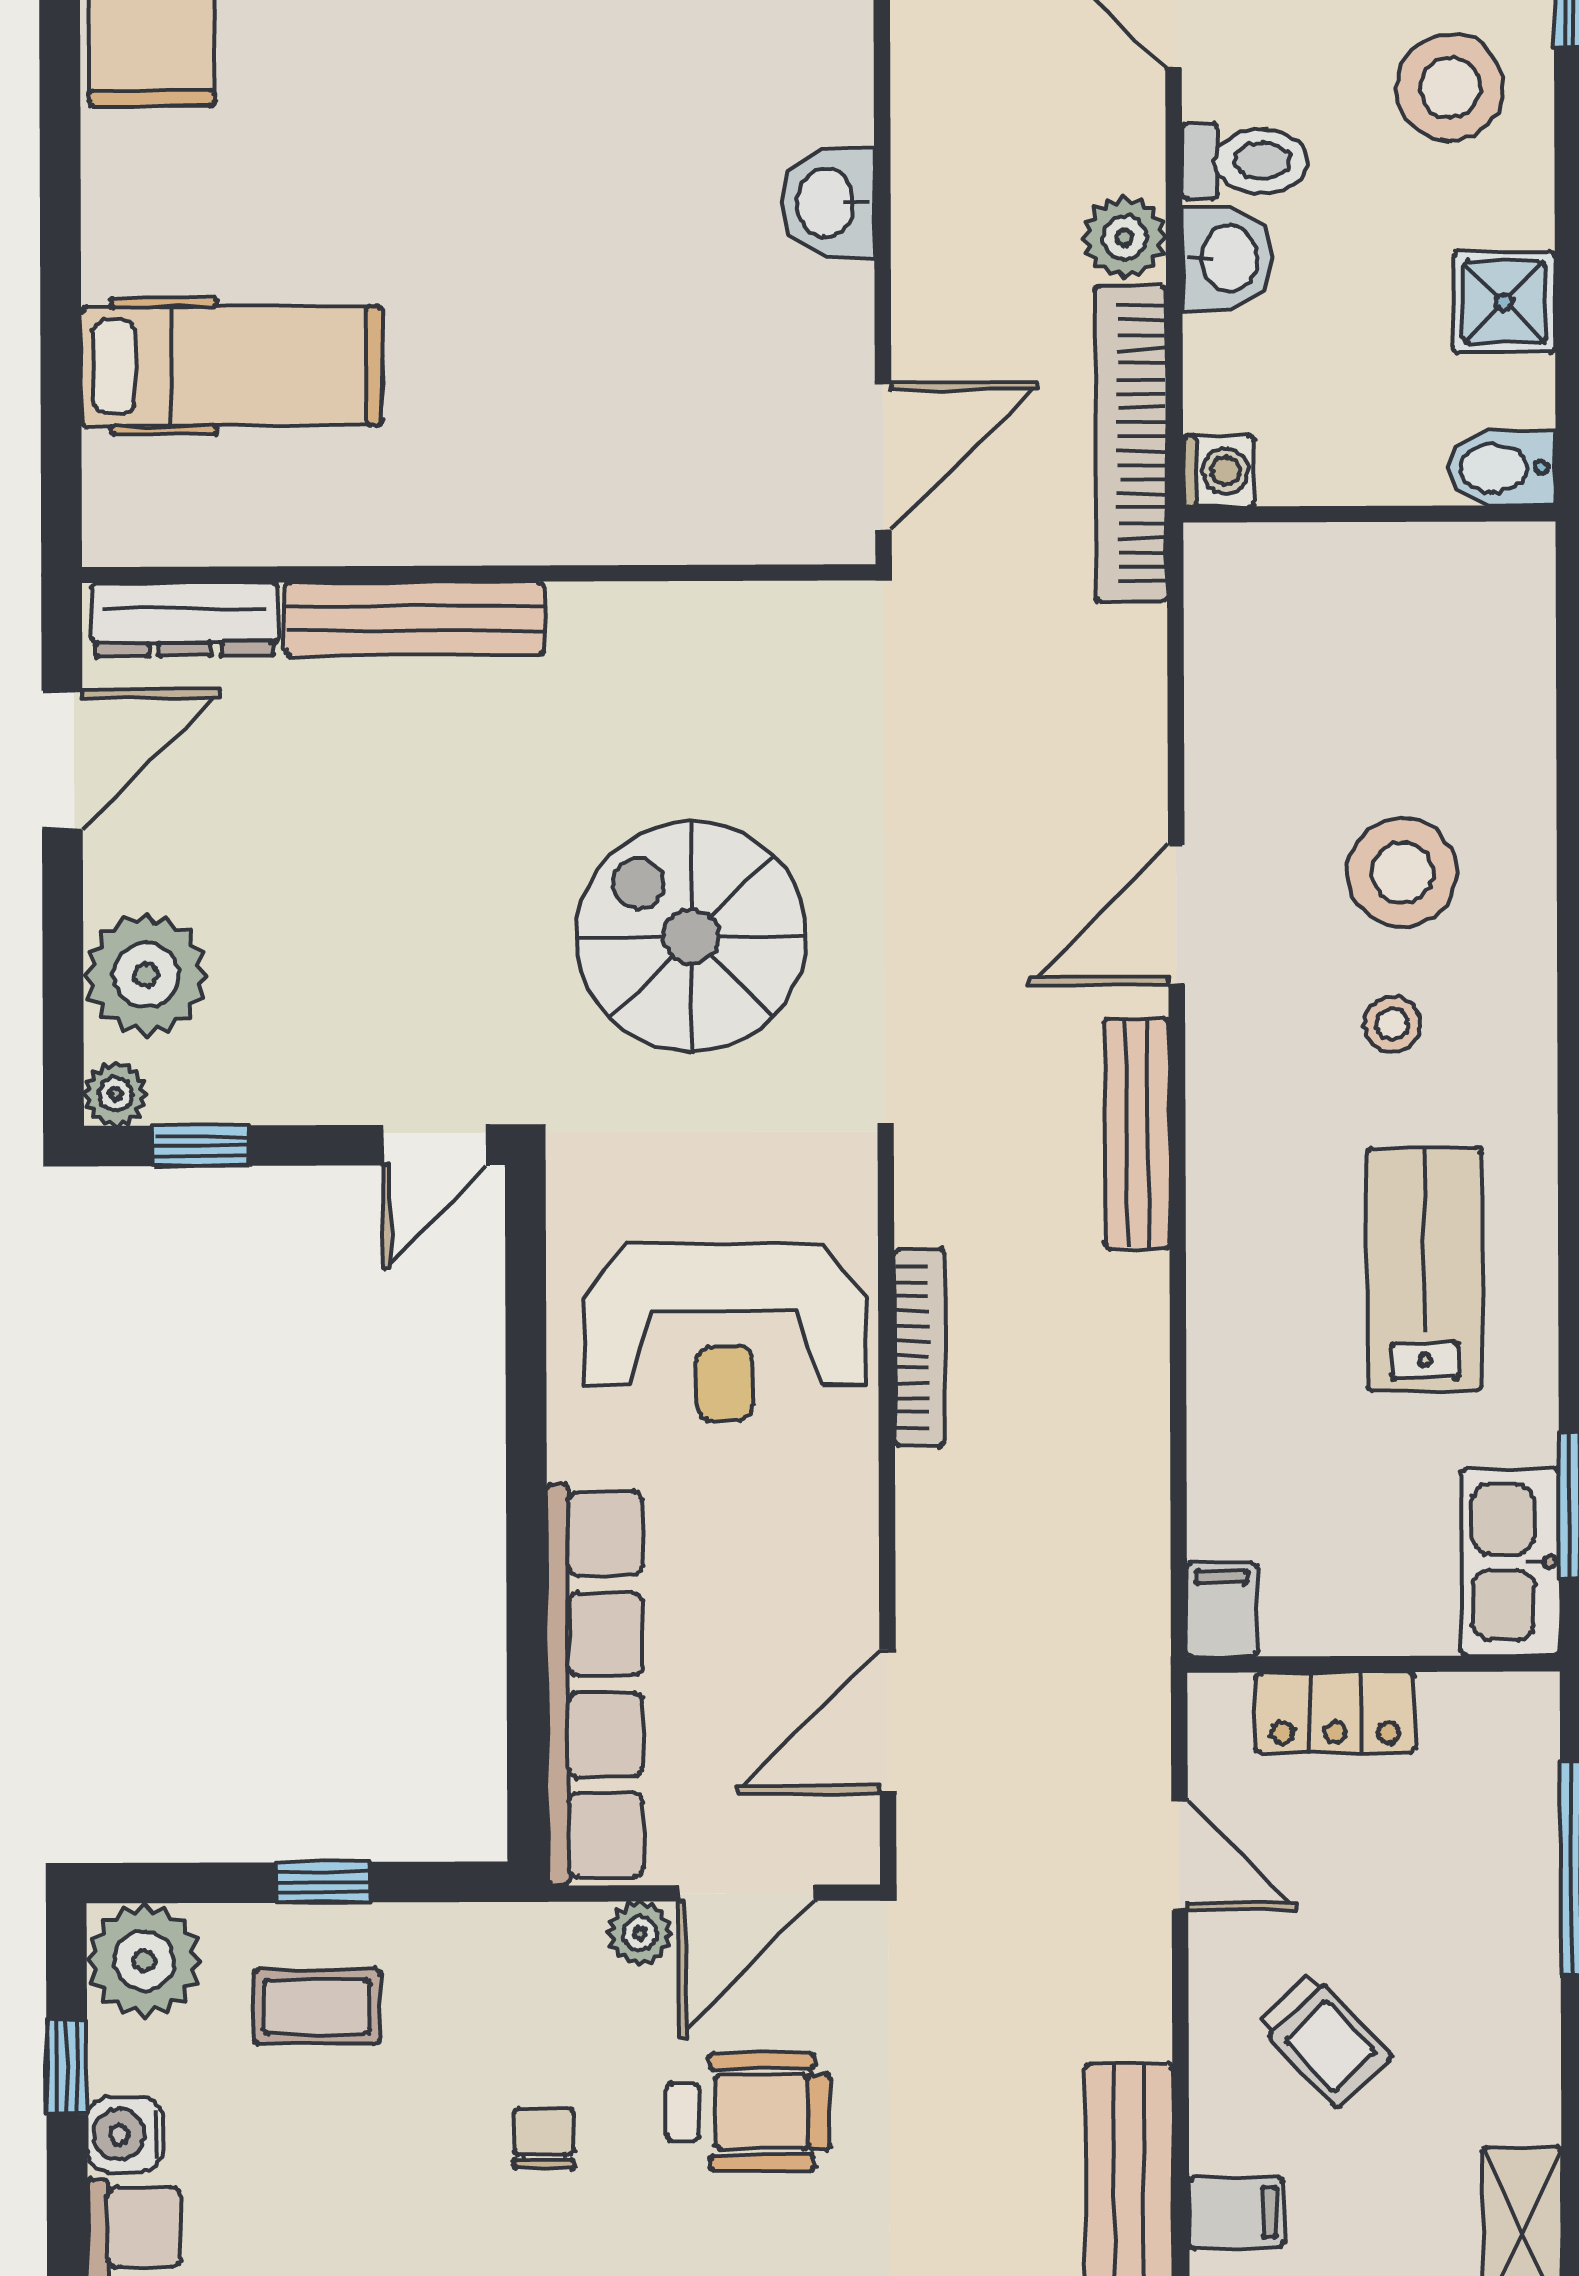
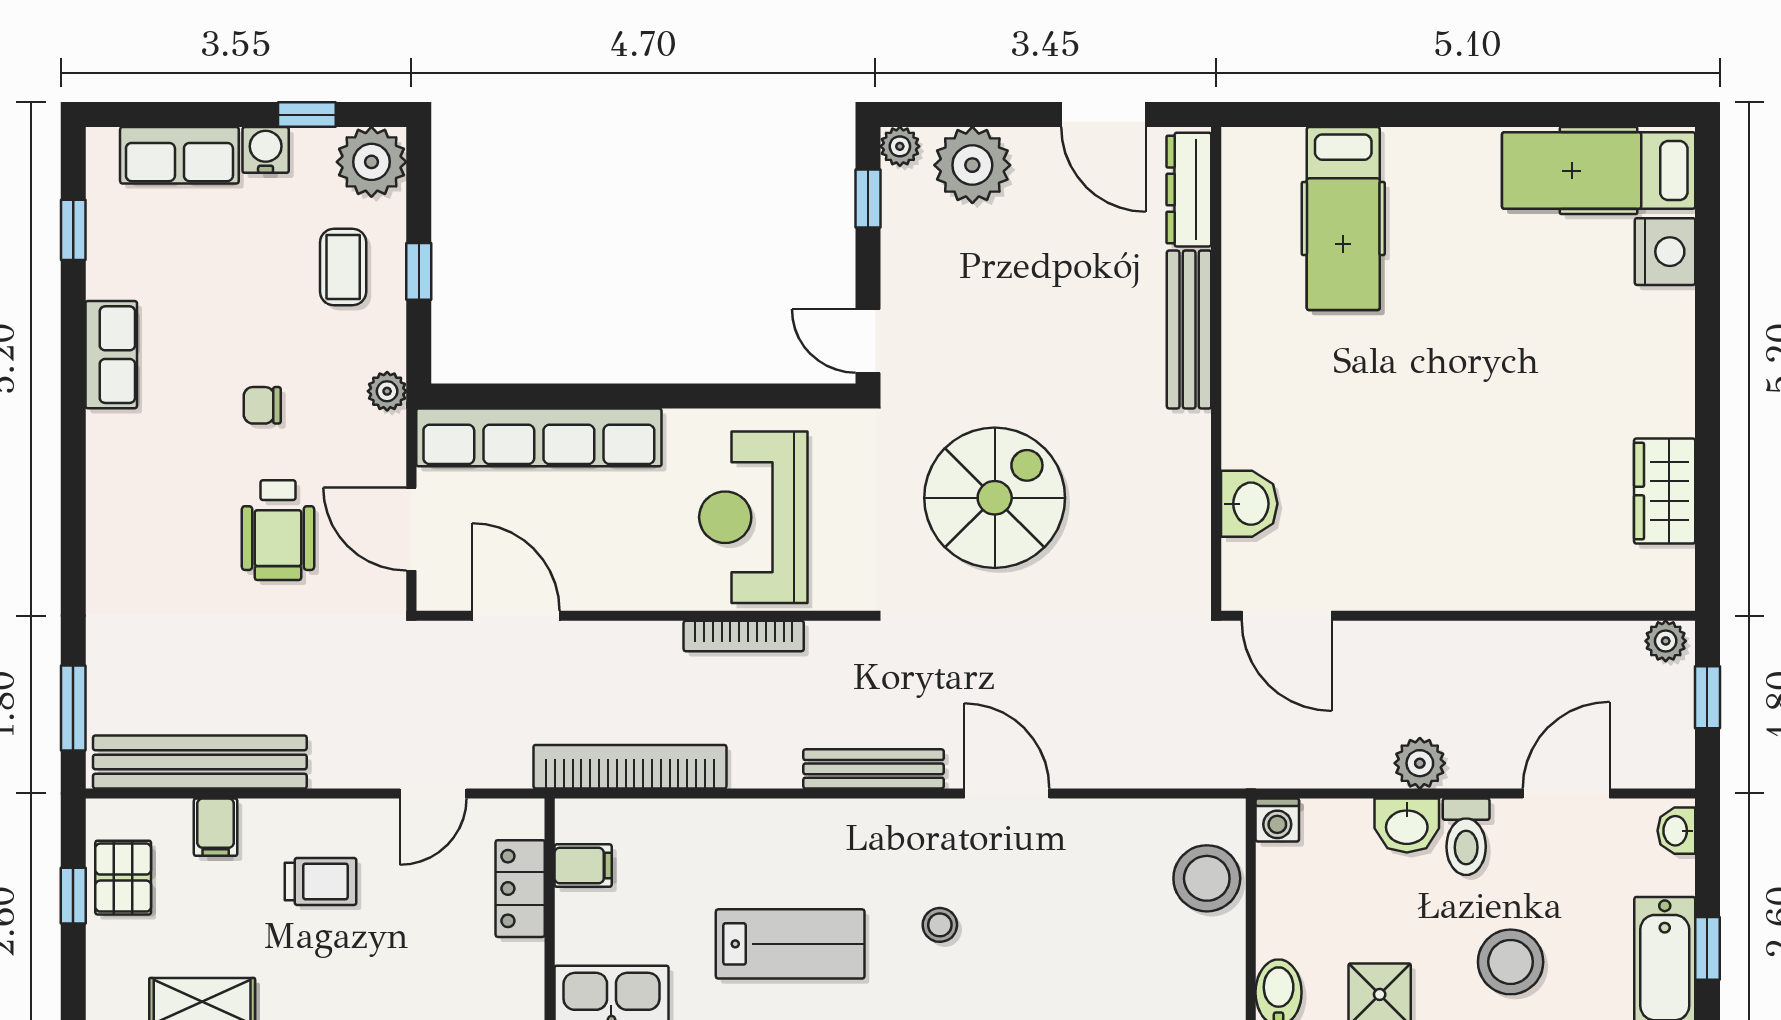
washbasin: (828, 203) -> (1249, 504), moved, turned 90
bookcase: (1131, 443) -> (630, 767), moved
stool: (1402, 873) -> (1207, 878), moved
filing cabinet: (1222, 1610) -> (583, 866), moved
plant: (640, 1933) -> (387, 391), moved
trolley: (1325, 2040) -> (320, 881), turned -137
chair: (544, 2138) -> (262, 405), turned 180

